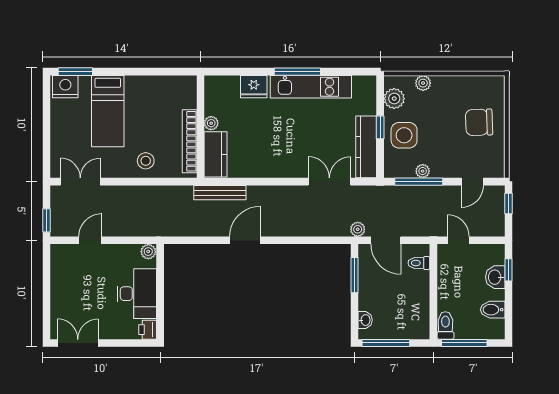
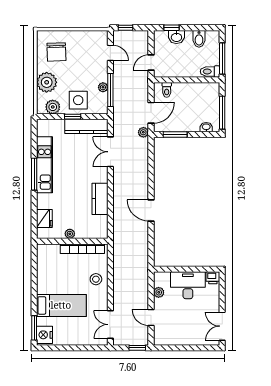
plant: (423, 83) -> (47, 82), width x1.87, depth x1.87
fridge: (254, 87) -> (44, 218), moved
chair: (479, 122) -> (56, 52), moved
kitchen counter: (215, 154) -> (100, 199), moved, turned -90
bench: (220, 193) -> (118, 228), removed
plant: (148, 252) -> (159, 292), moved

